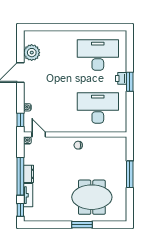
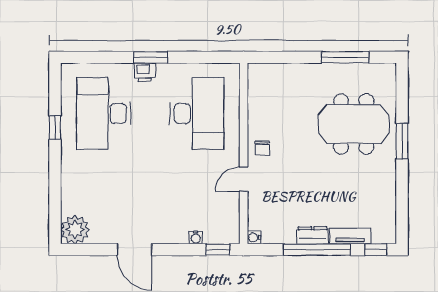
window: (90, 27) -> (55, 128), added
plant: (32, 53) -> (75, 230), moved
desk: (98, 108) -> (197, 113), turned 180
door: (39, 135) -> (244, 179), moved
window: (130, 174) -> (345, 57), moved
meeting table: (92, 197) -> (354, 124), turned 90

